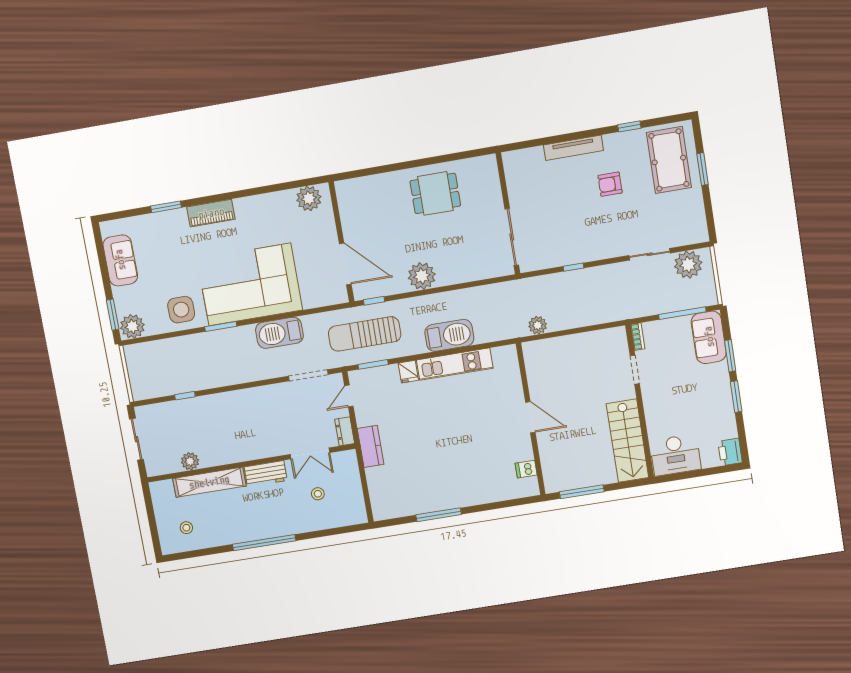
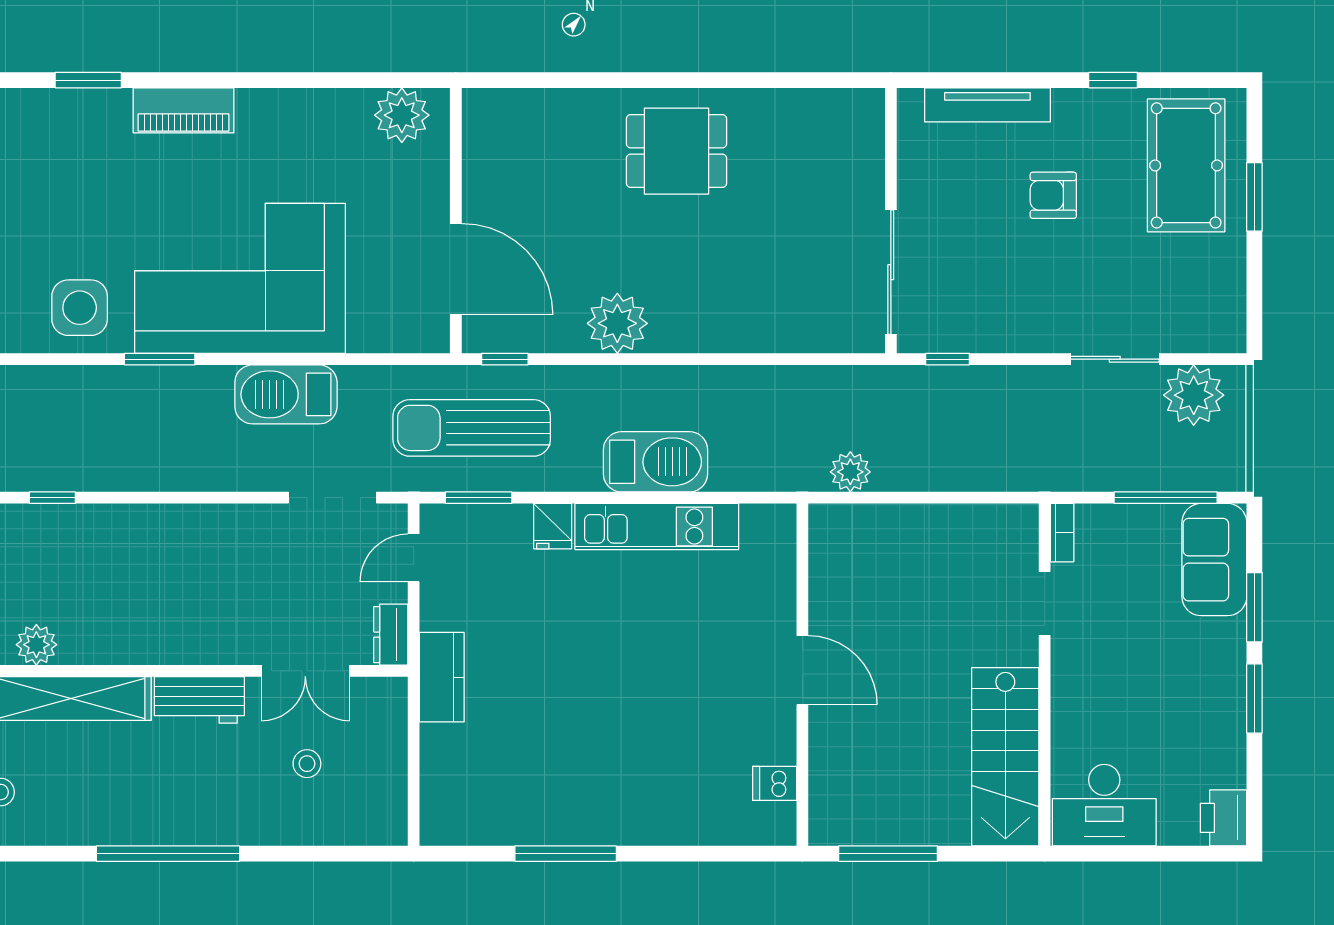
wall: (508, 214) -> (891, 221), moved
sliding door: (512, 237) -> (891, 272), moved

